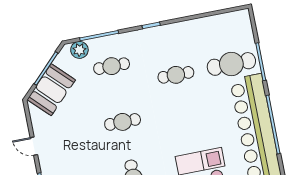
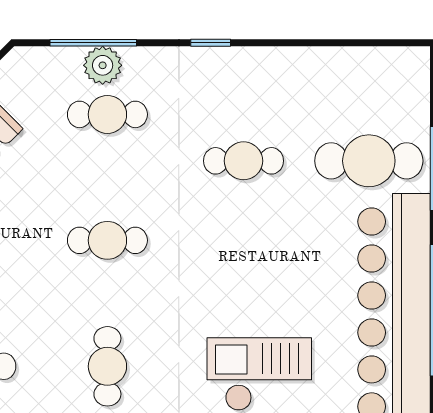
plant: (79, 50) -> (103, 65), moved

